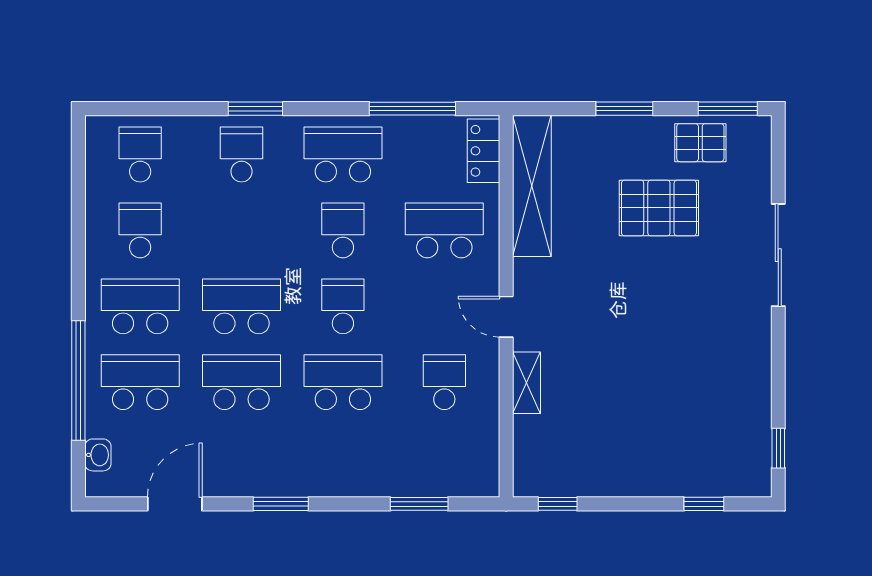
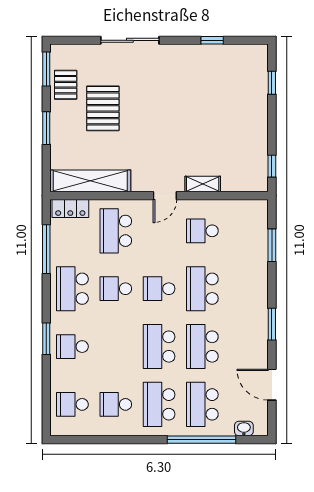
window: (778, 448) -> (212, 40), moved

